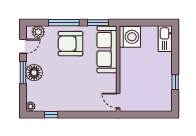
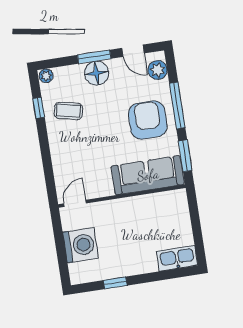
washing machine: (130, 37) -> (80, 245), moved, turned -90
coffee table: (56, 95) -> (68, 111), added

